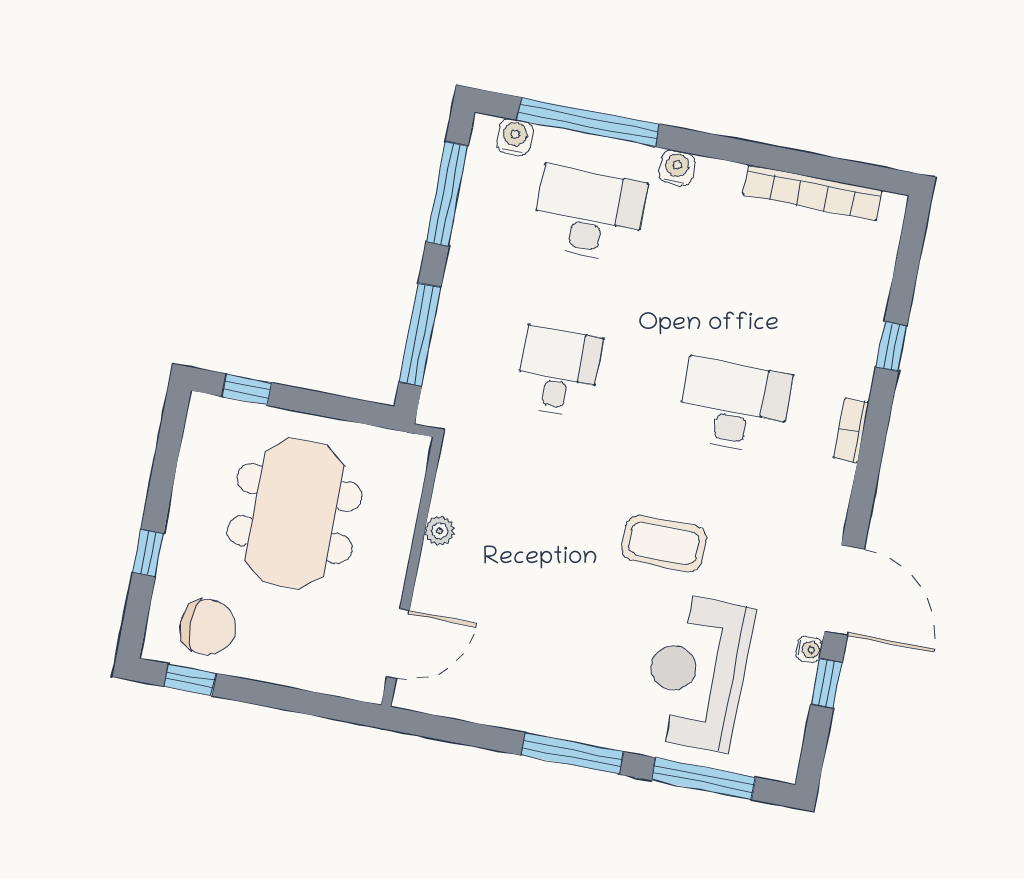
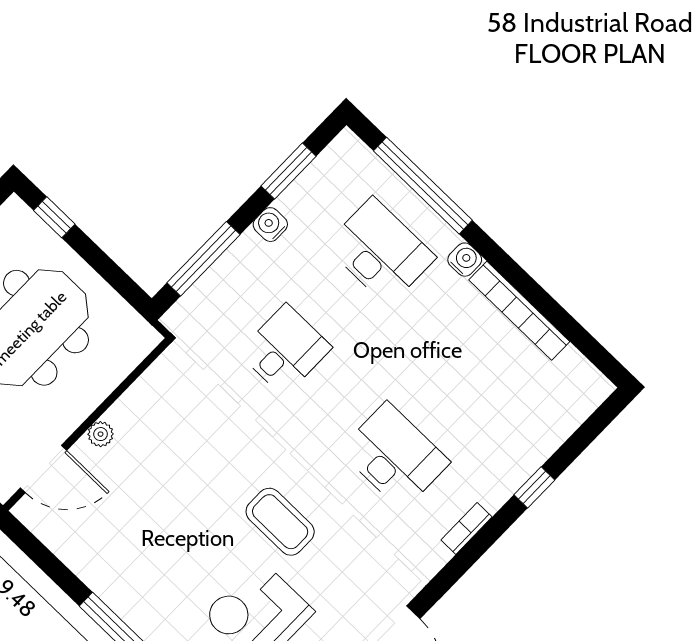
water cooler: (515, 137) -> (270, 225), moved, turned -90
bookcase: (813, 192) -> (519, 311), moved
window: (447, 194) -> (288, 171), width x0.69
plant: (440, 531) -> (101, 434), moved

